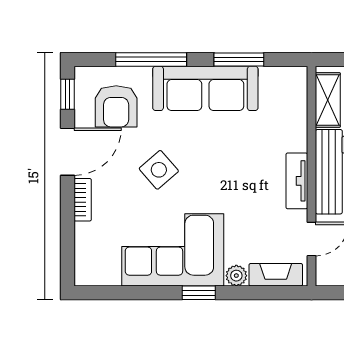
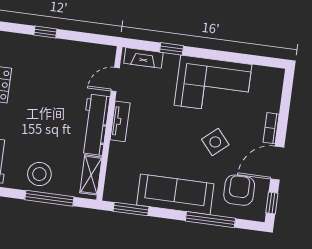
window: (239, 59) -> (131, 209), moved
plant: (236, 276) -> (171, 61), removed
window: (199, 293) -> (172, 49), moved

